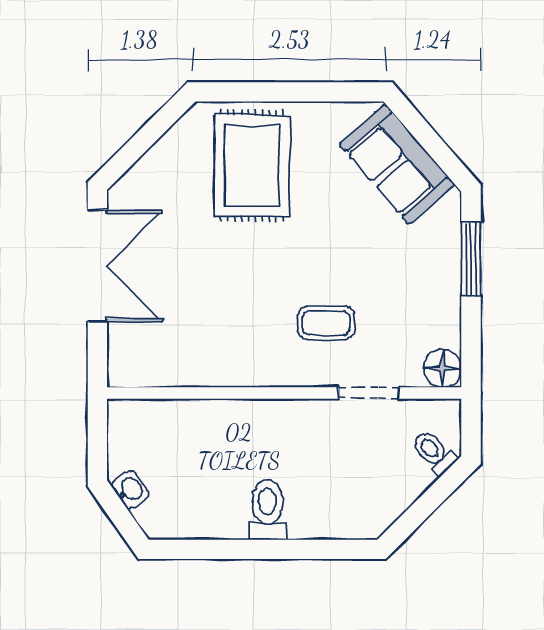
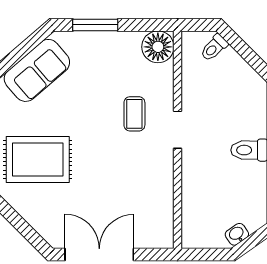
floor lamp: (443, 368) -> (158, 47), width x1.38, depth x1.38
doorway: (369, 393) -> (177, 130), moved

